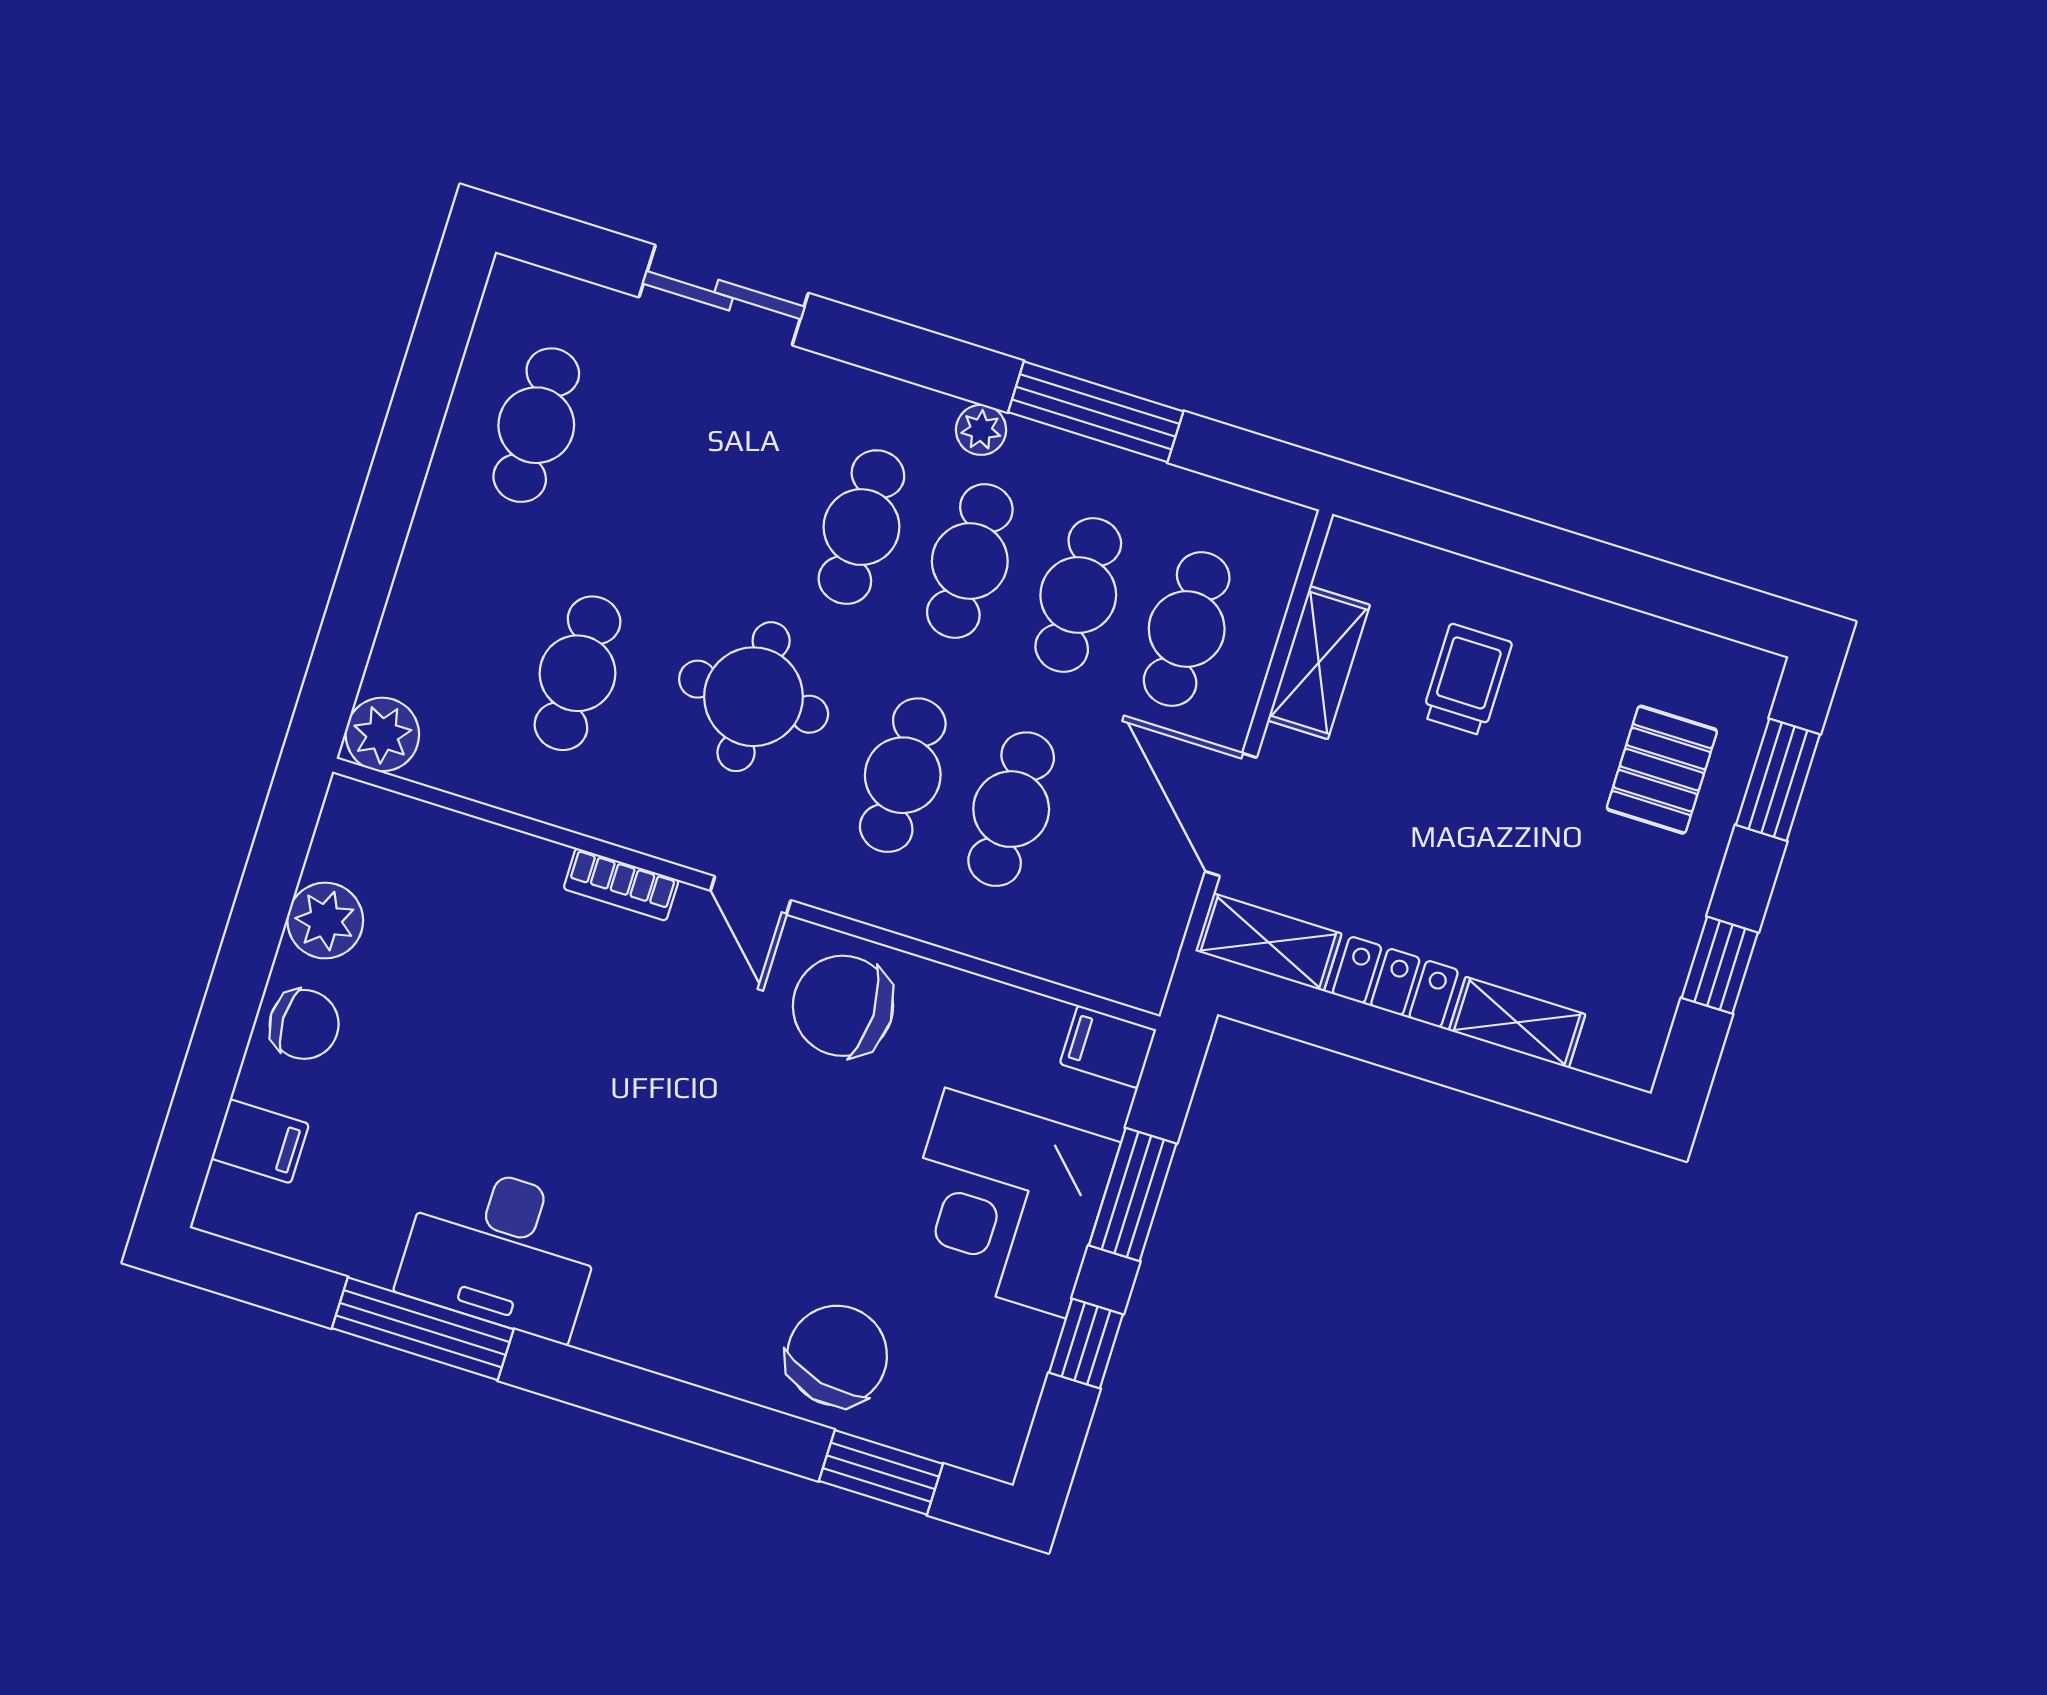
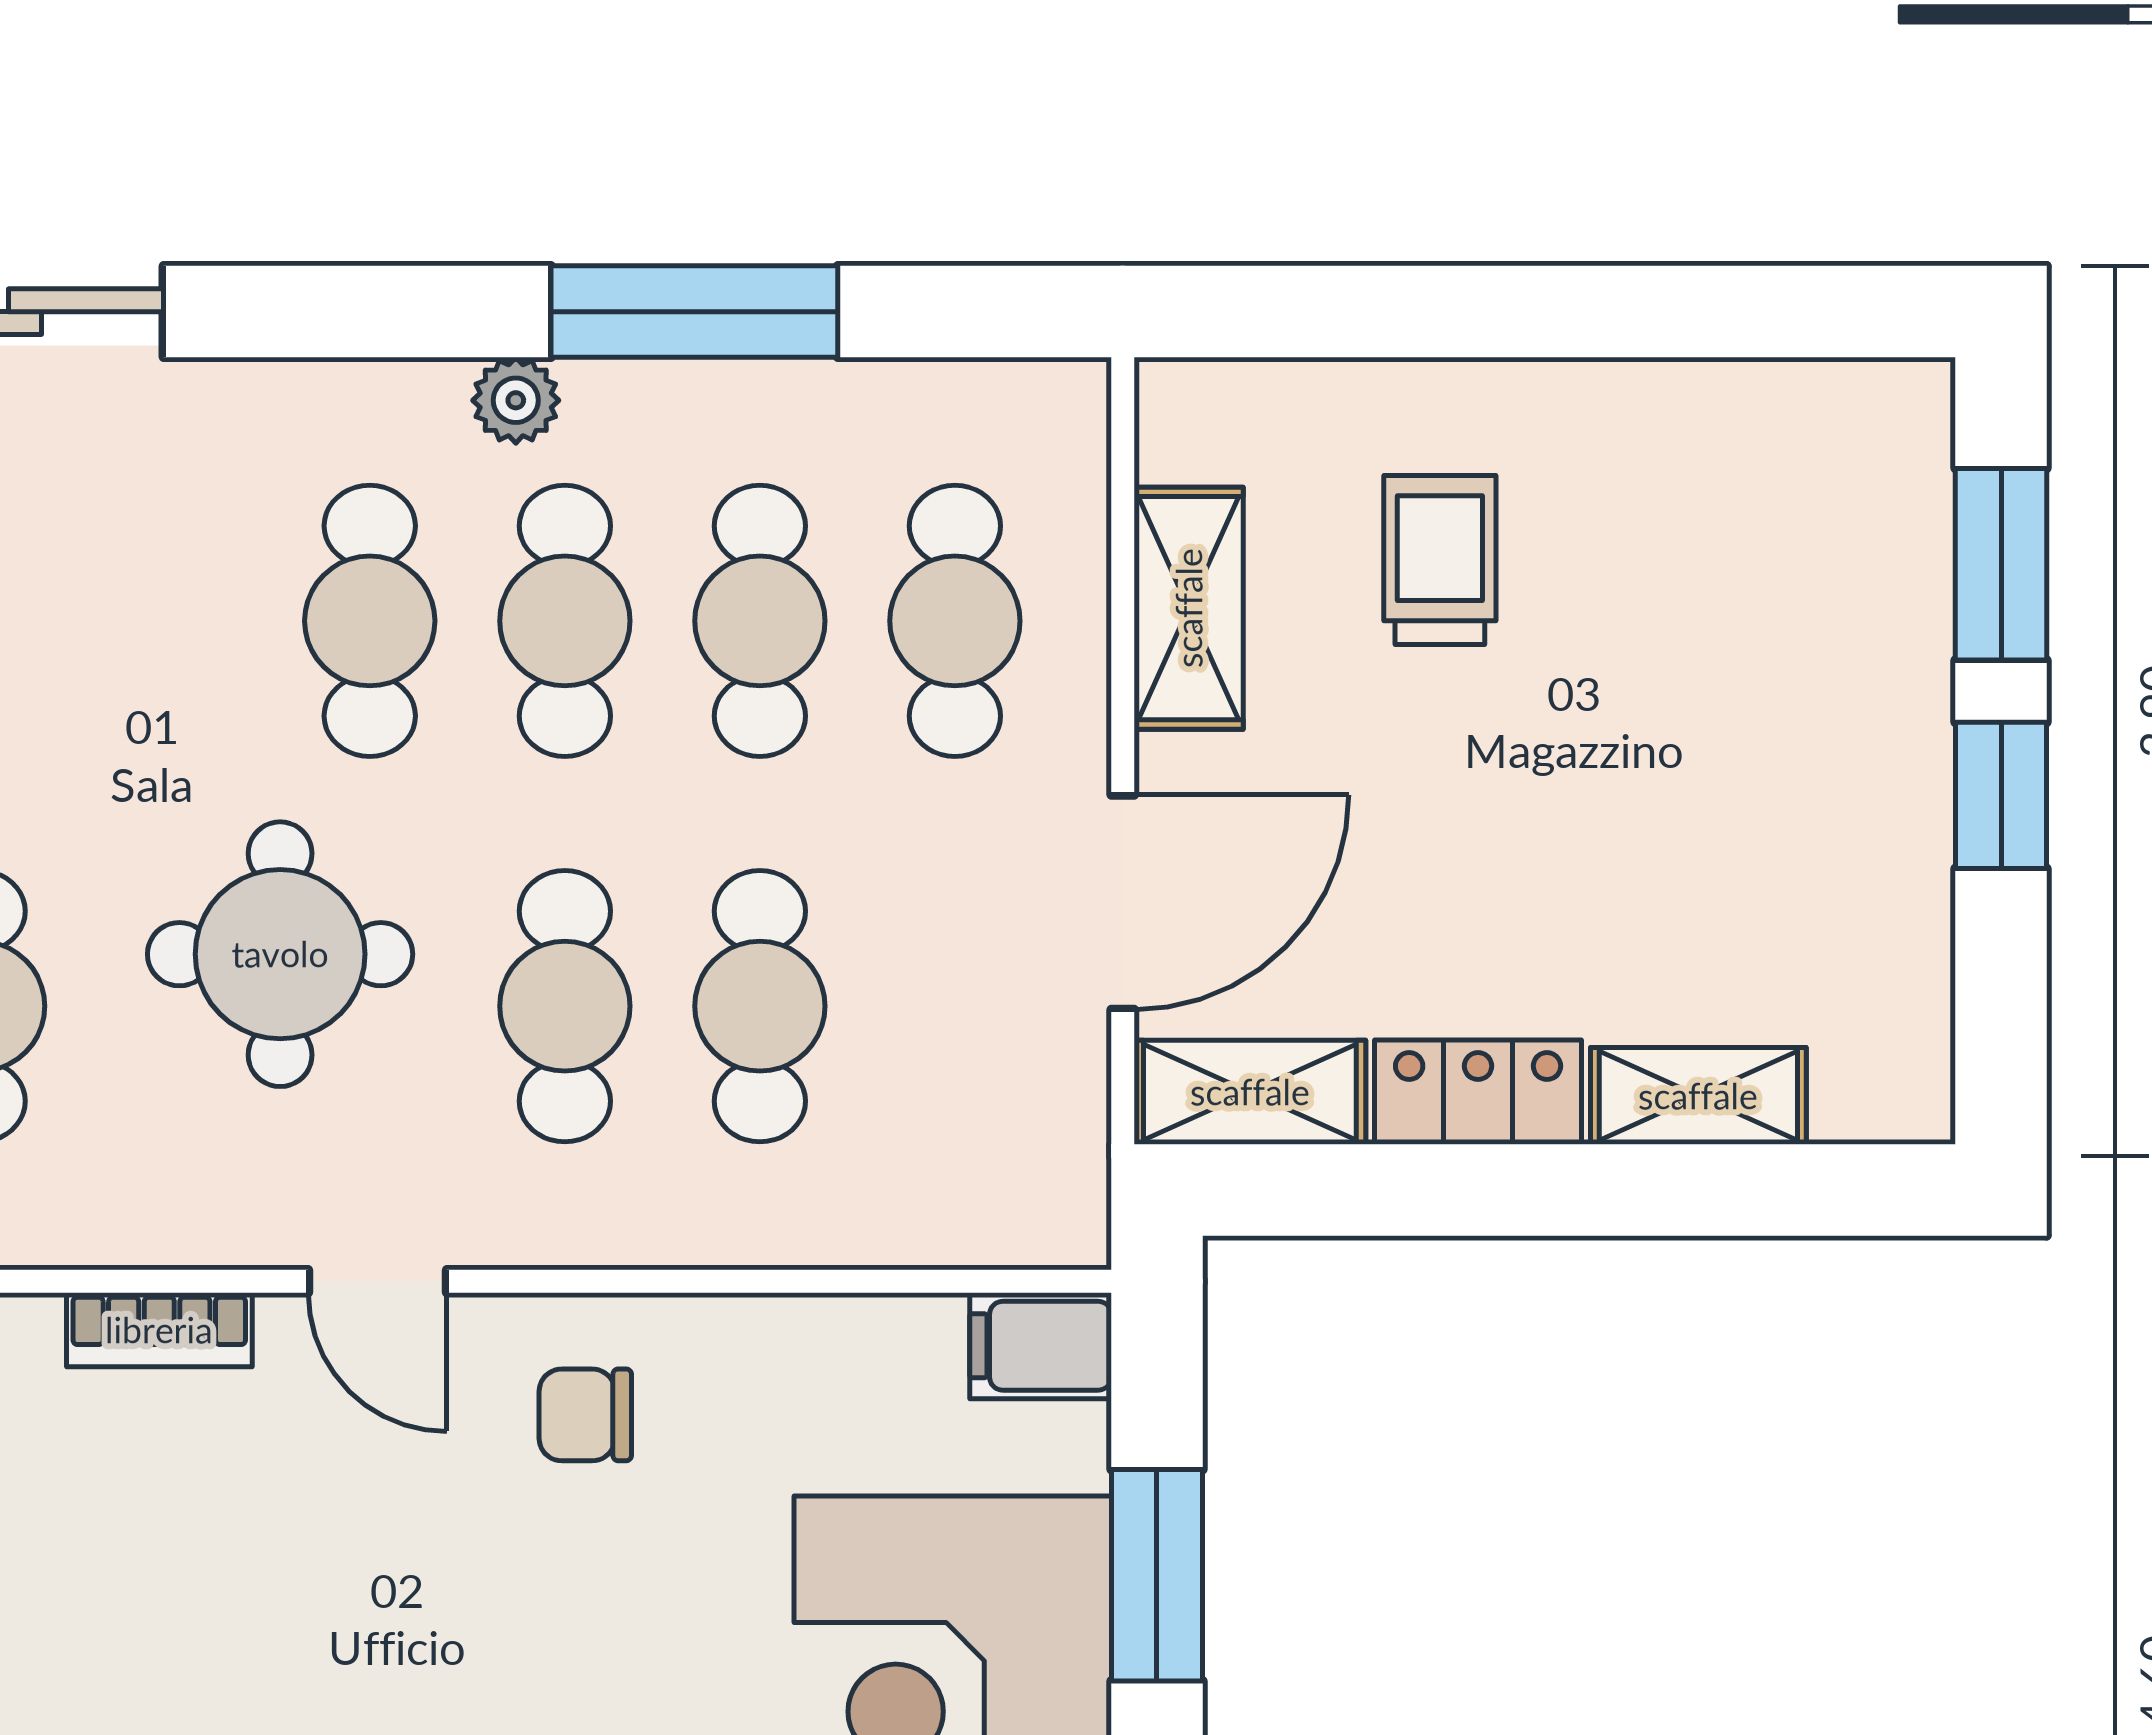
pallet: (1662, 770) -> (1806, 607), removed
door: (1231, 815) -> (1123, 902), swing flipped
window: (1720, 965) -> (2001, 795), moved
chair: (843, 1006) -> (585, 1415), width x0.54, depth x0.54

